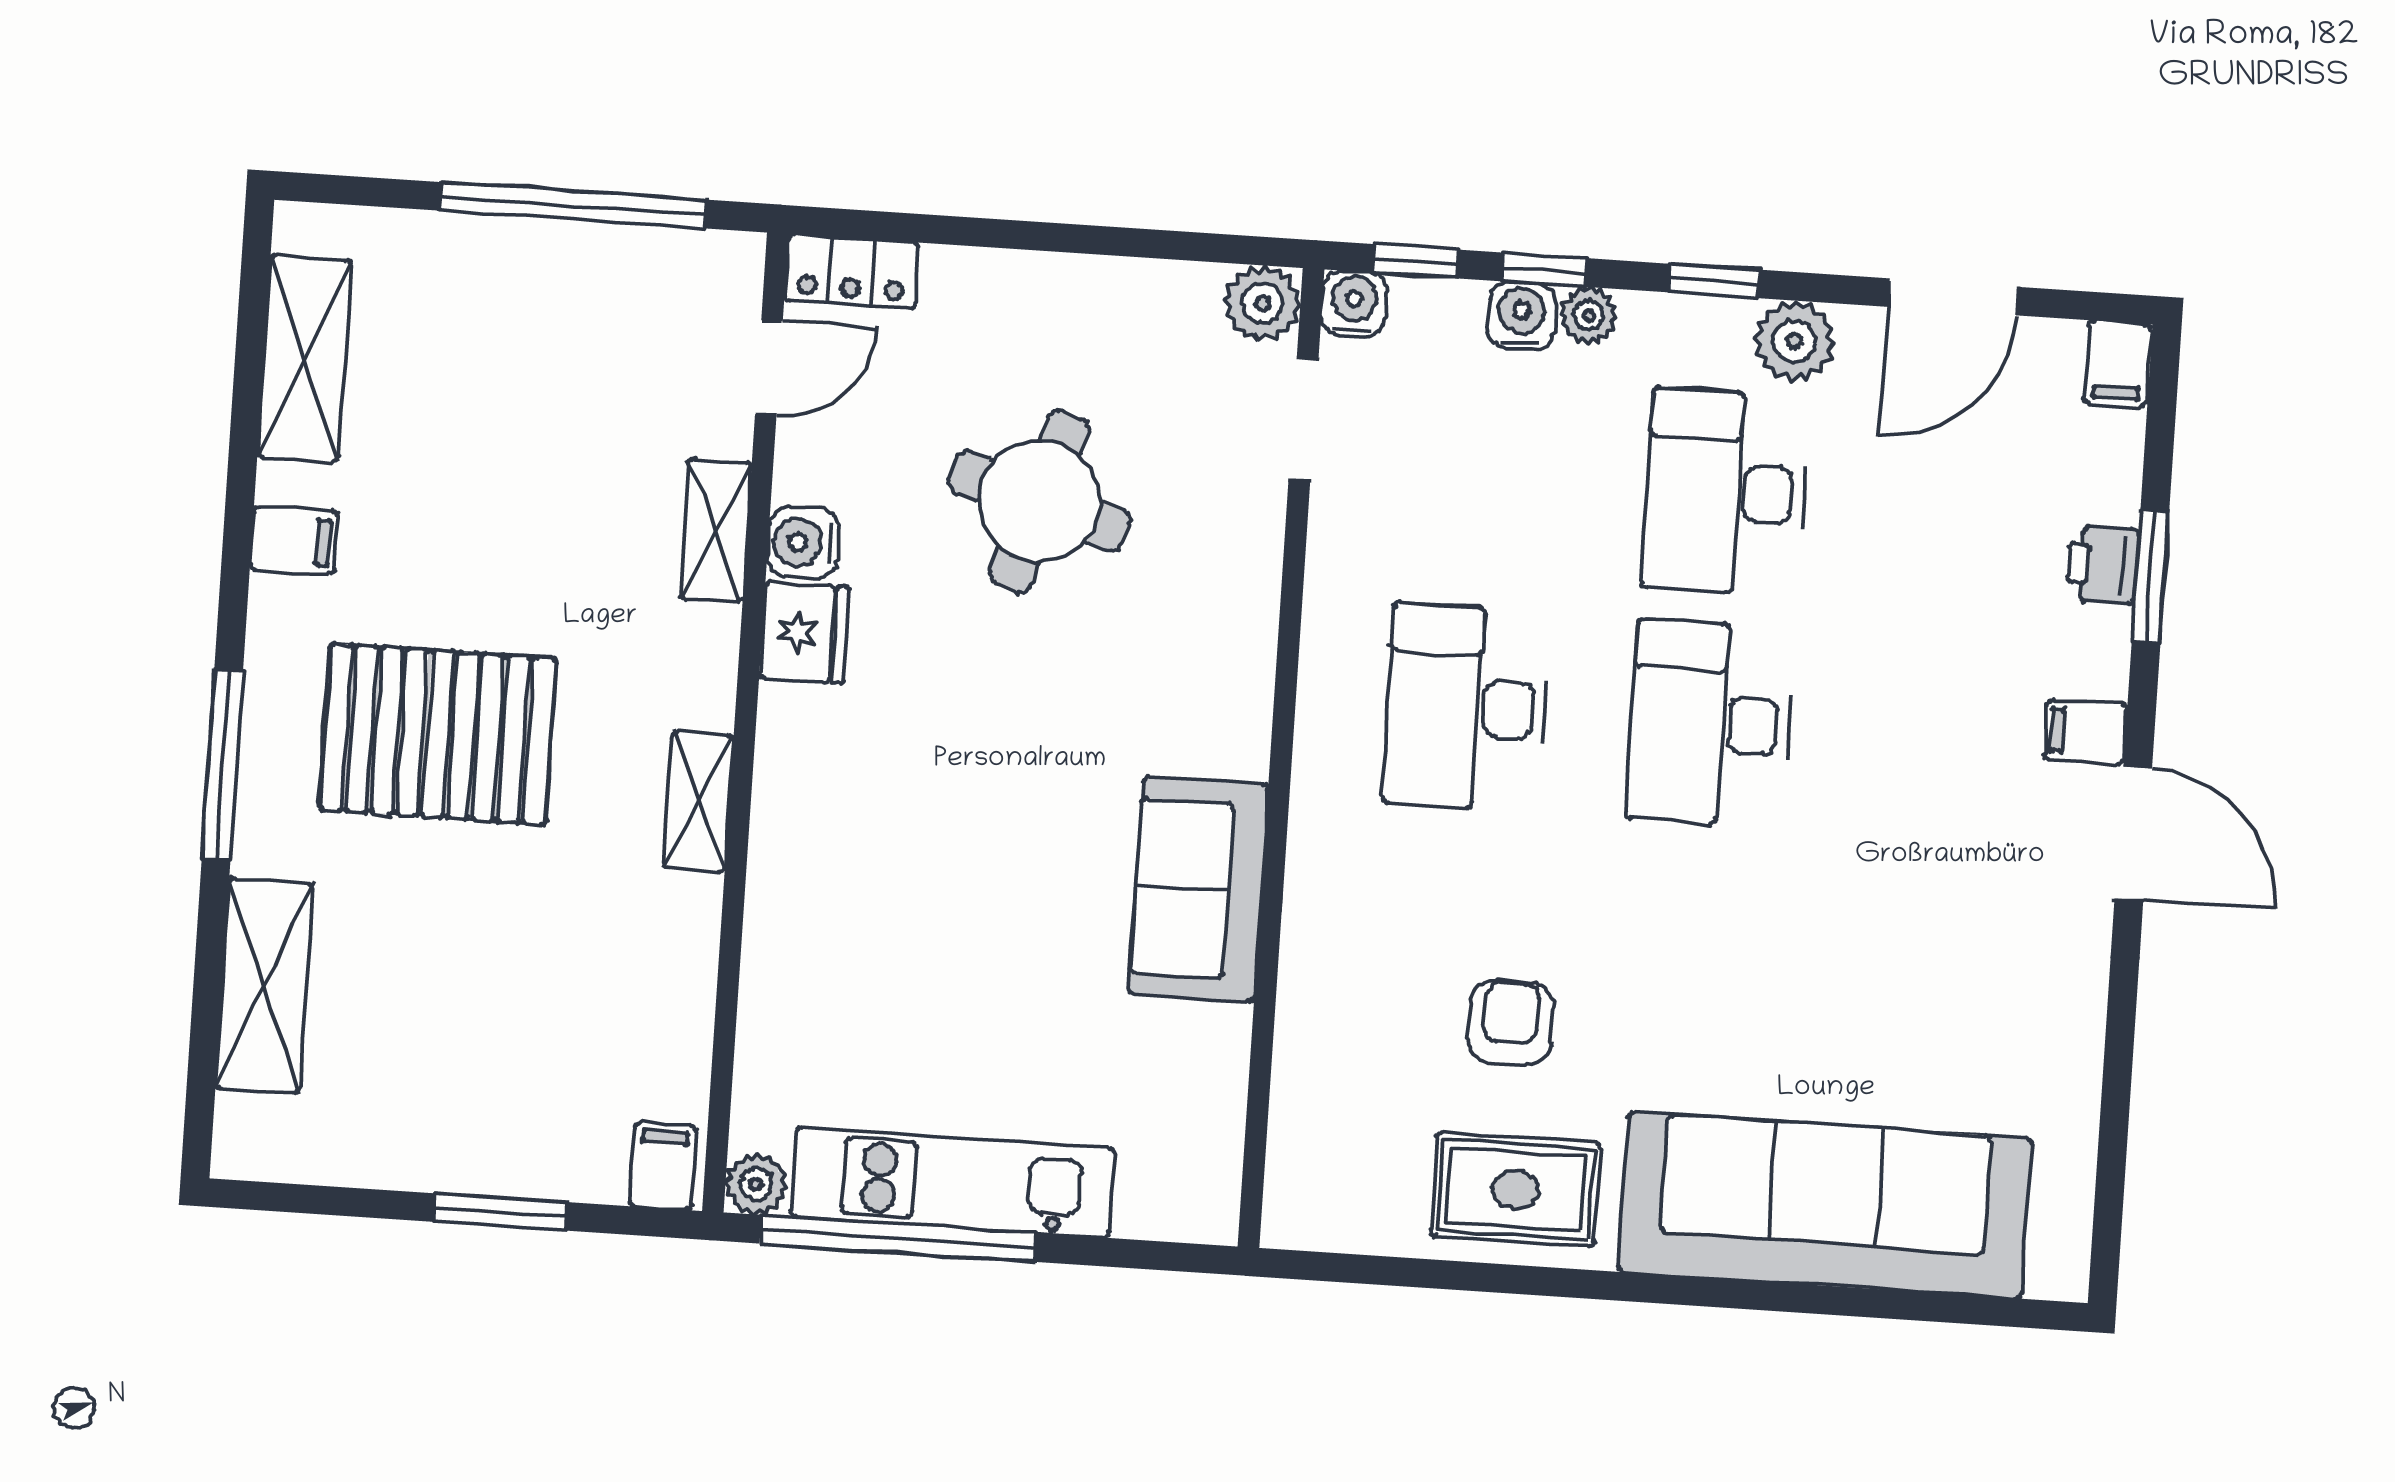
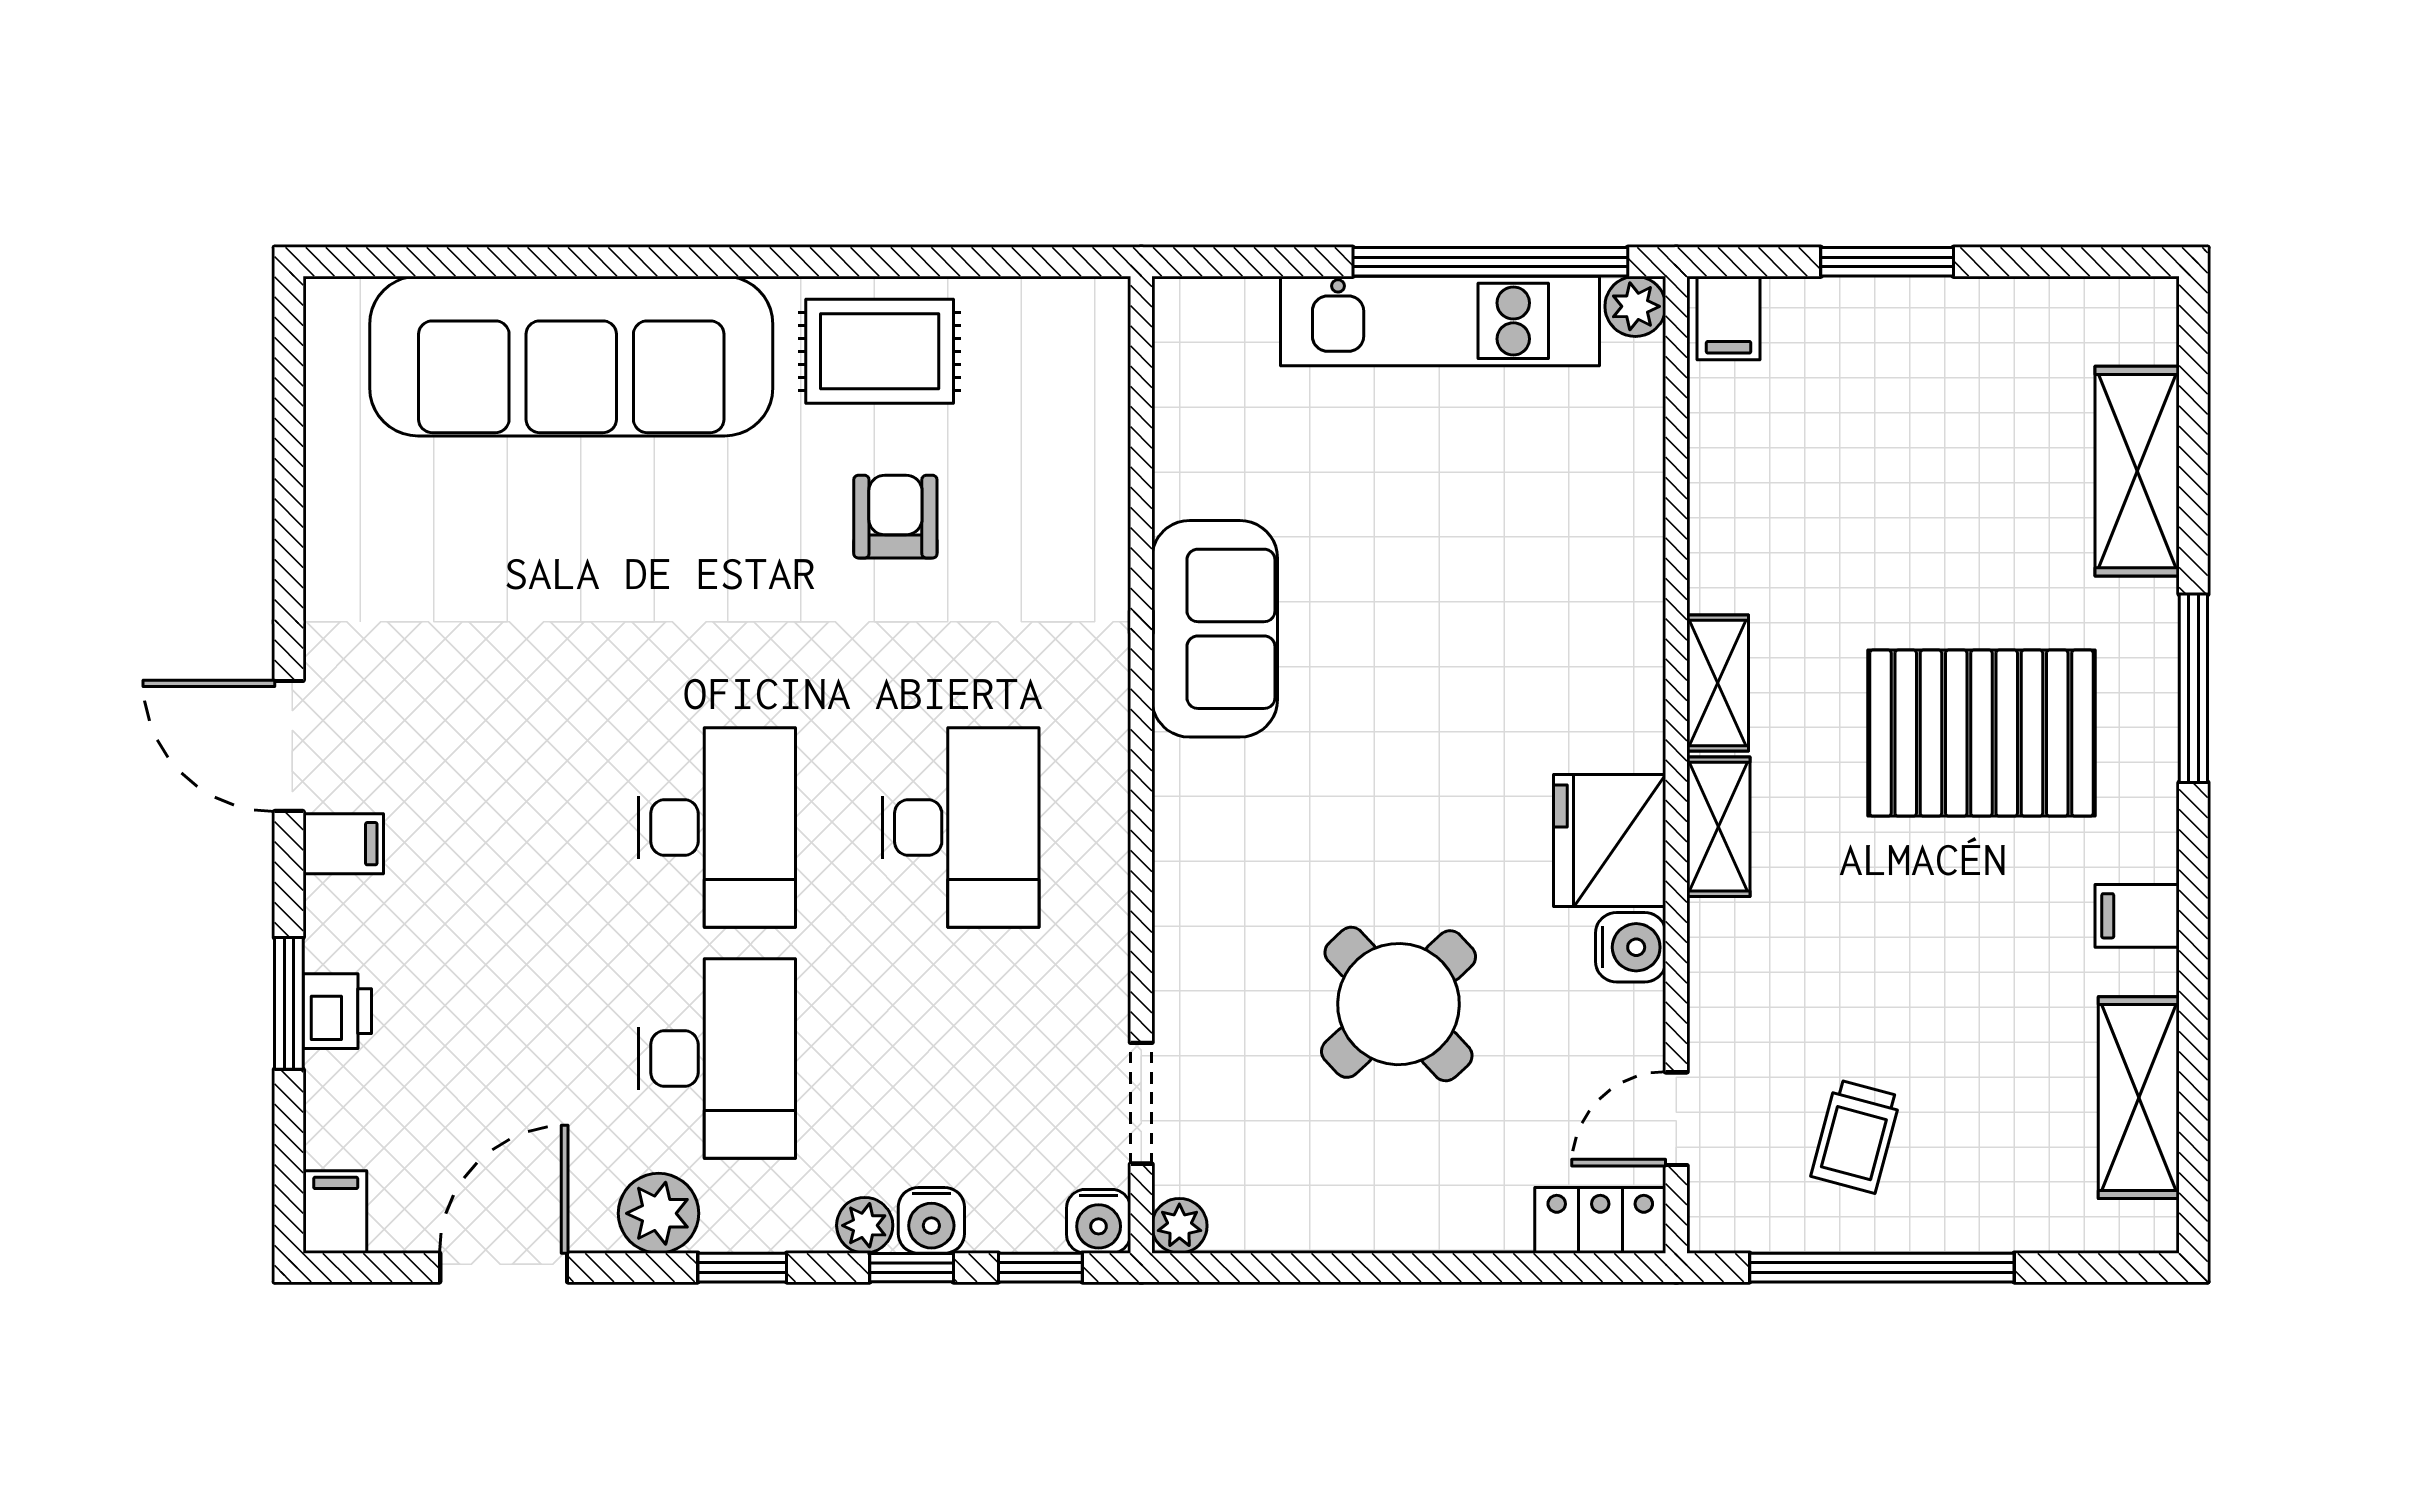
plant: (1262, 303) -> (1179, 1226), width x0.73, depth x0.73
trolley: (590, 338) -> (1856, 1136), added
round table: (1039, 501) -> (1399, 1004), turned 30
shelving: (716, 531) -> (1718, 827), moved
fridge: (804, 633) -> (1610, 840), width x1.36, depth x1.34
armchair: (1511, 1023) -> (895, 517), turned 180

